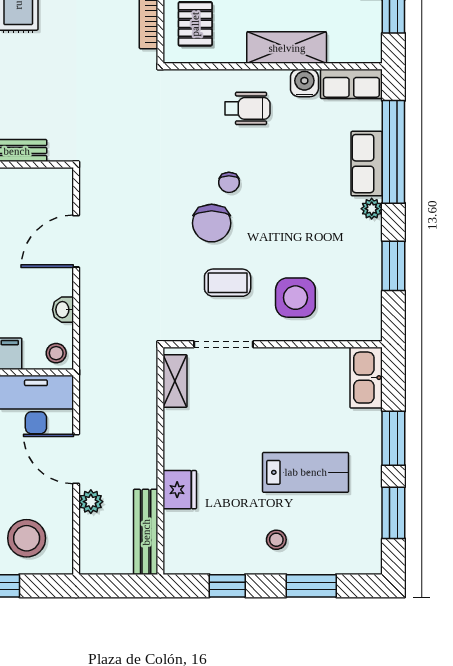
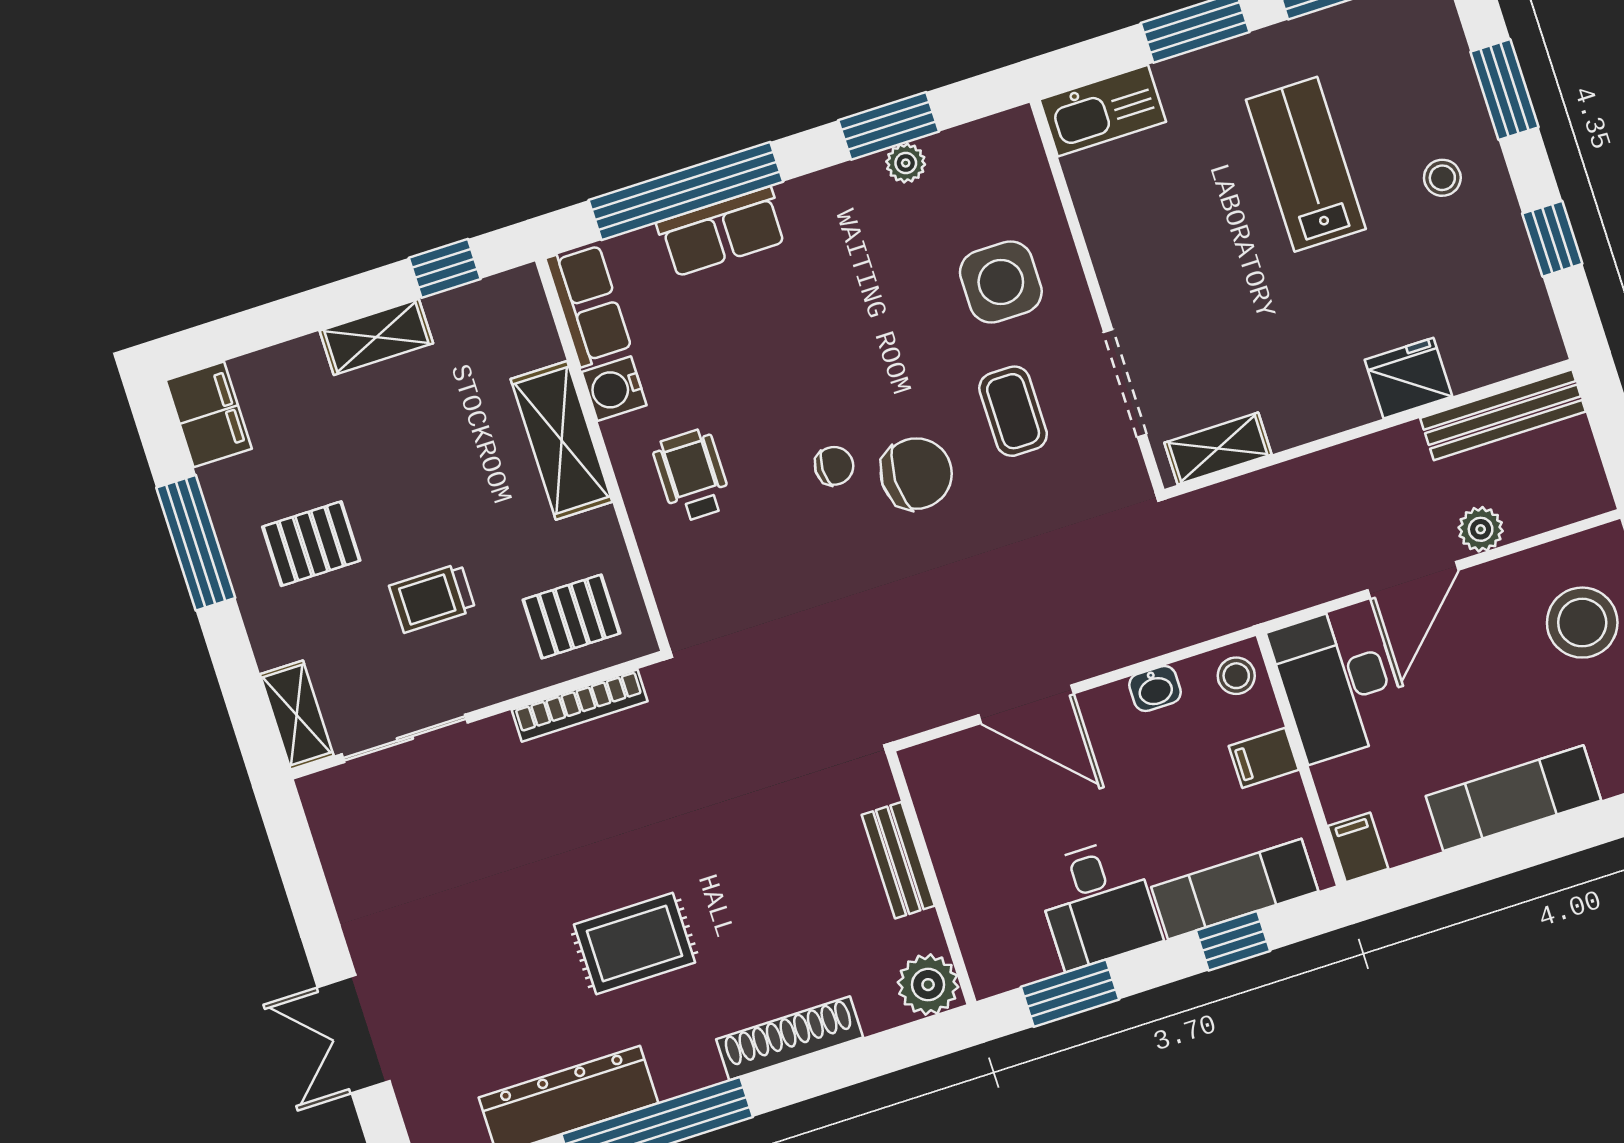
plant: (372, 209) -> (906, 163), moved

